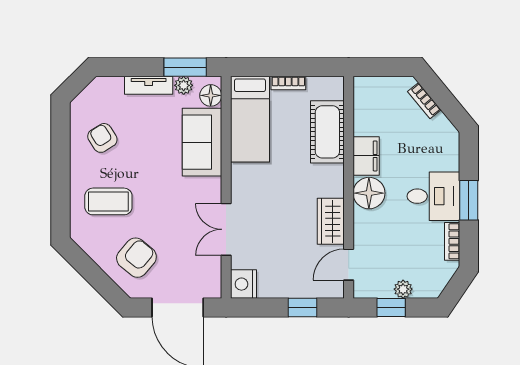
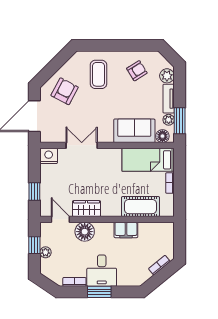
plant: (111, 88) -> (167, 76), added
floor lamp: (369, 193) -> (85, 232), moved
armchair: (136, 258) -> (65, 91), turned -102

